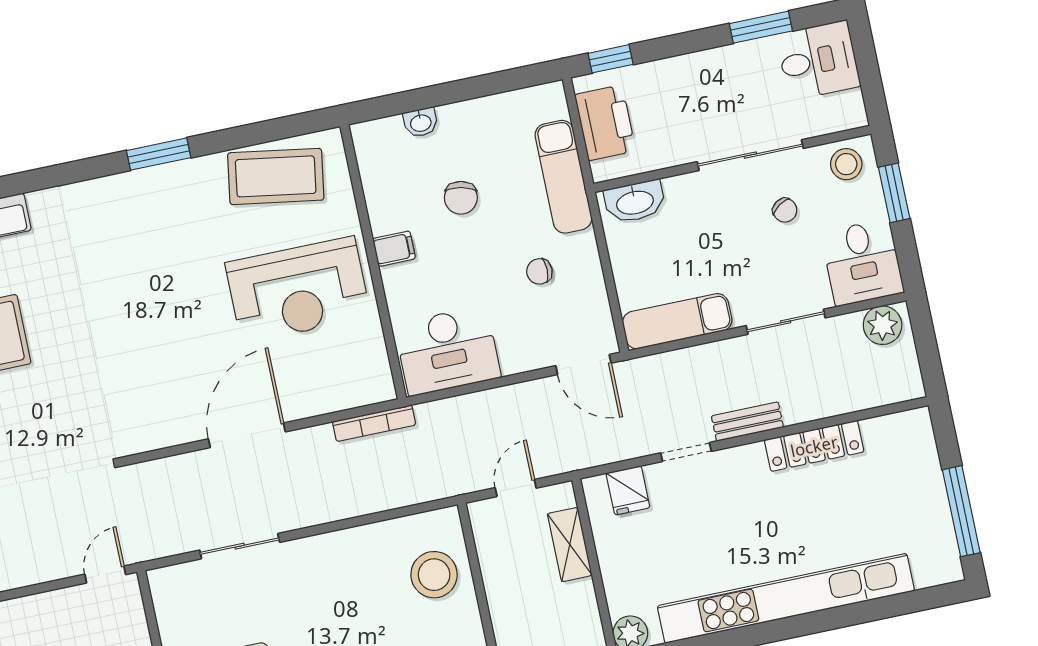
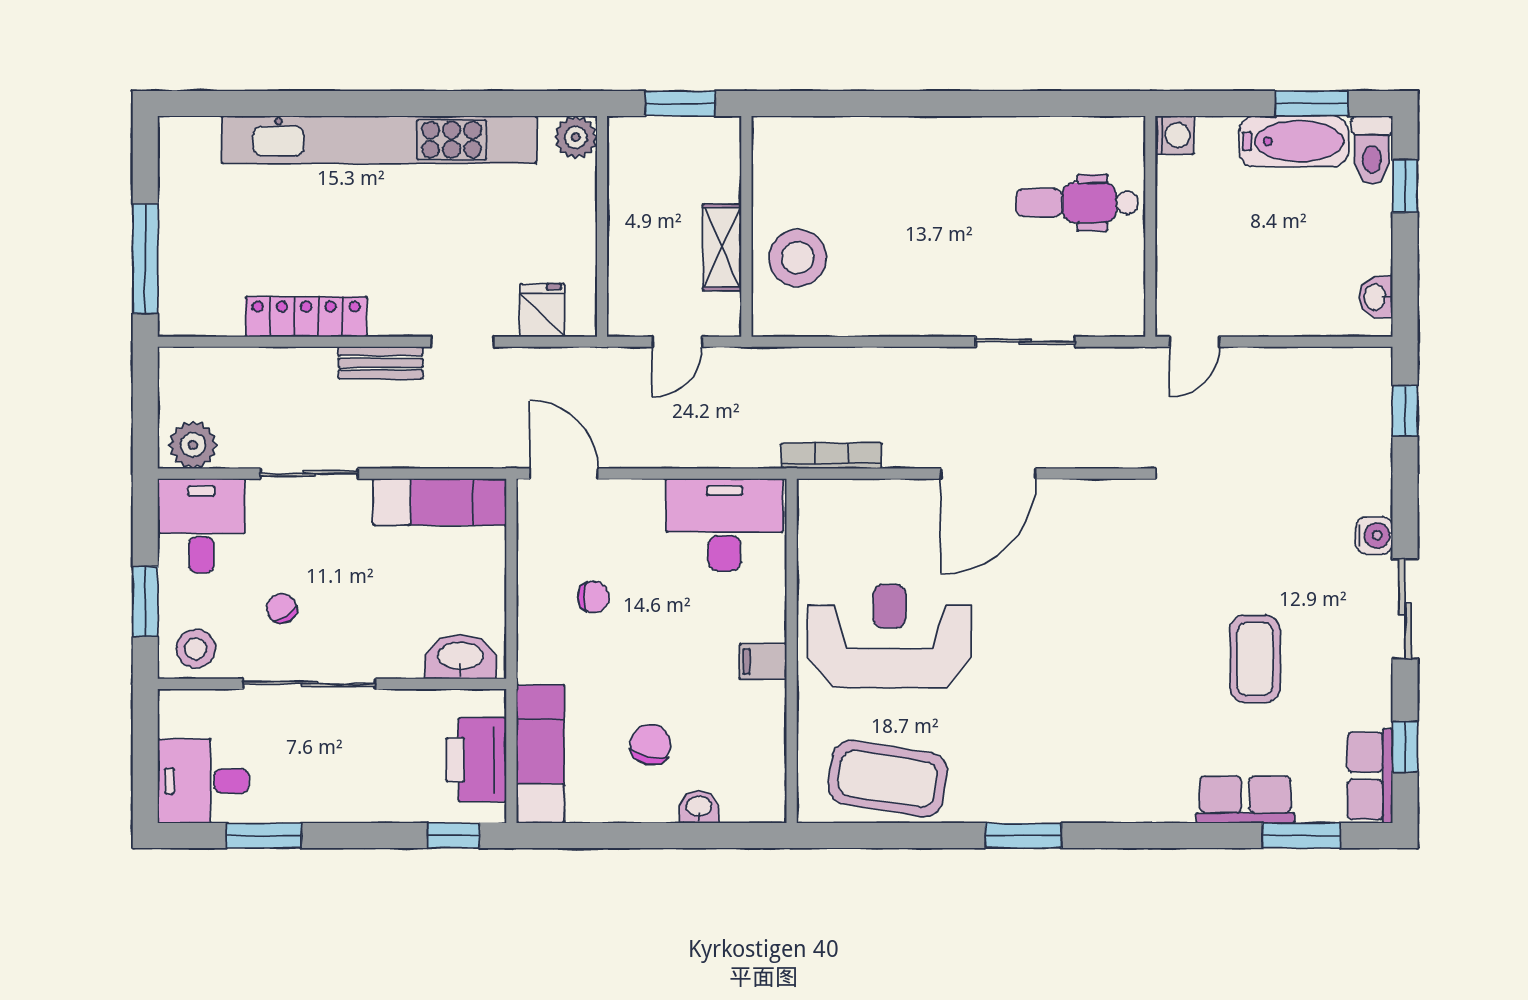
exam couch: (563, 177) -> (540, 754), moved
chair: (461, 198) -> (651, 745), moved
window: (961, 511) -> (145, 259), moved
shelving: (570, 545) -> (722, 247), moved

